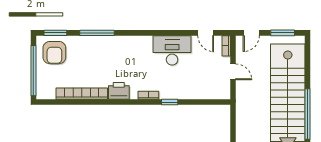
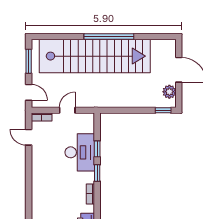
door: (206, 33) -> (29, 137), swing flipped
desk: (172, 50) -> (80, 152), moved, turned 180
window: (194, 102) -> (97, 149), added

